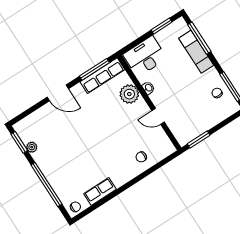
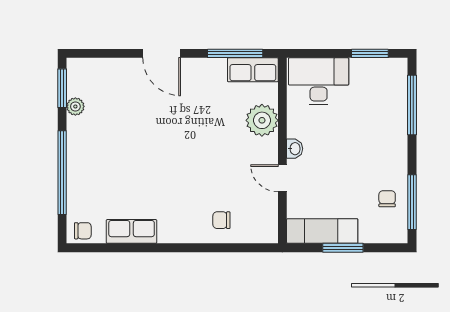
exam couch: (196, 52) -> (322, 231), moved, turned 90
row of seats: (102, 76) -> (253, 70), width x0.68
washbasin: (148, 88) -> (295, 149), moved
window: (199, 140) -> (343, 248), moved

